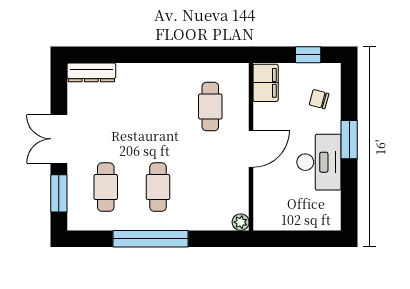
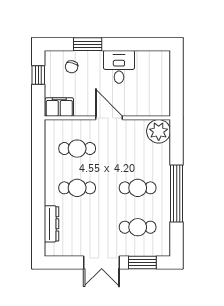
dresser: (91, 72) -> (52, 224), moved
cafe table: (158, 107) -> (77, 188), added
window: (349, 140) -> (88, 44), moved
desk: (319, 162) -> (119, 67), width x0.73
plant: (241, 222) -> (159, 131), width x1.88, depth x1.88

